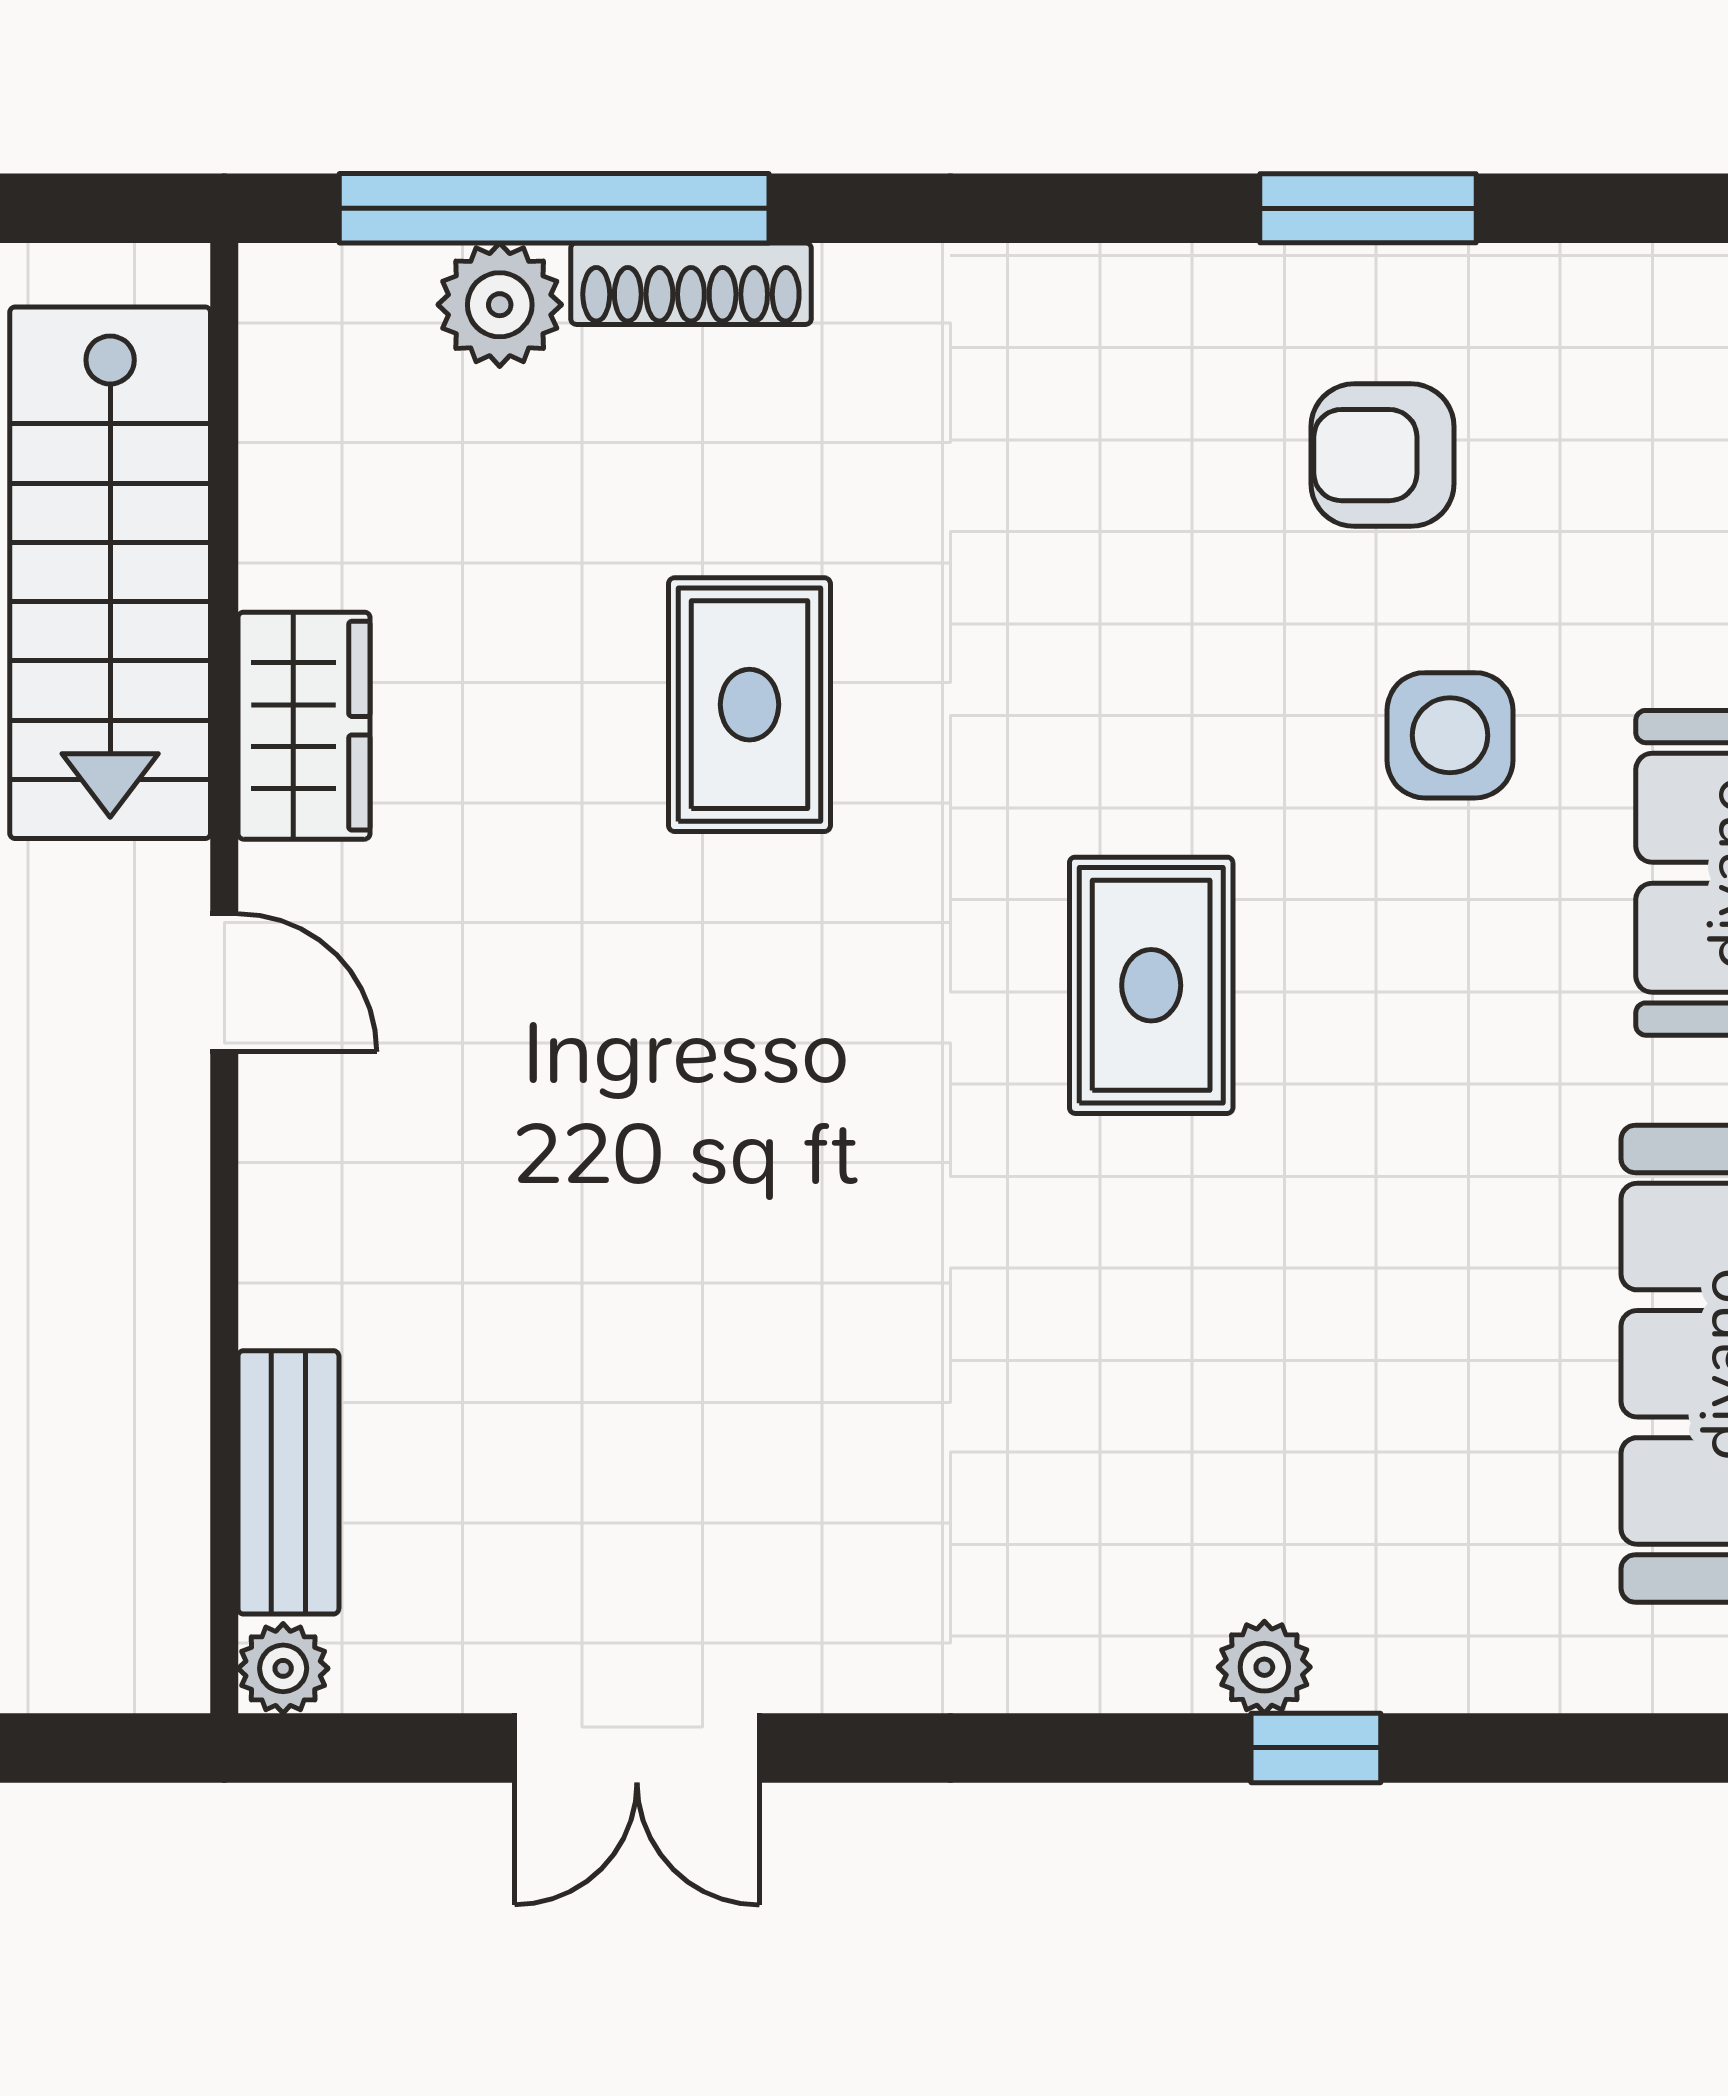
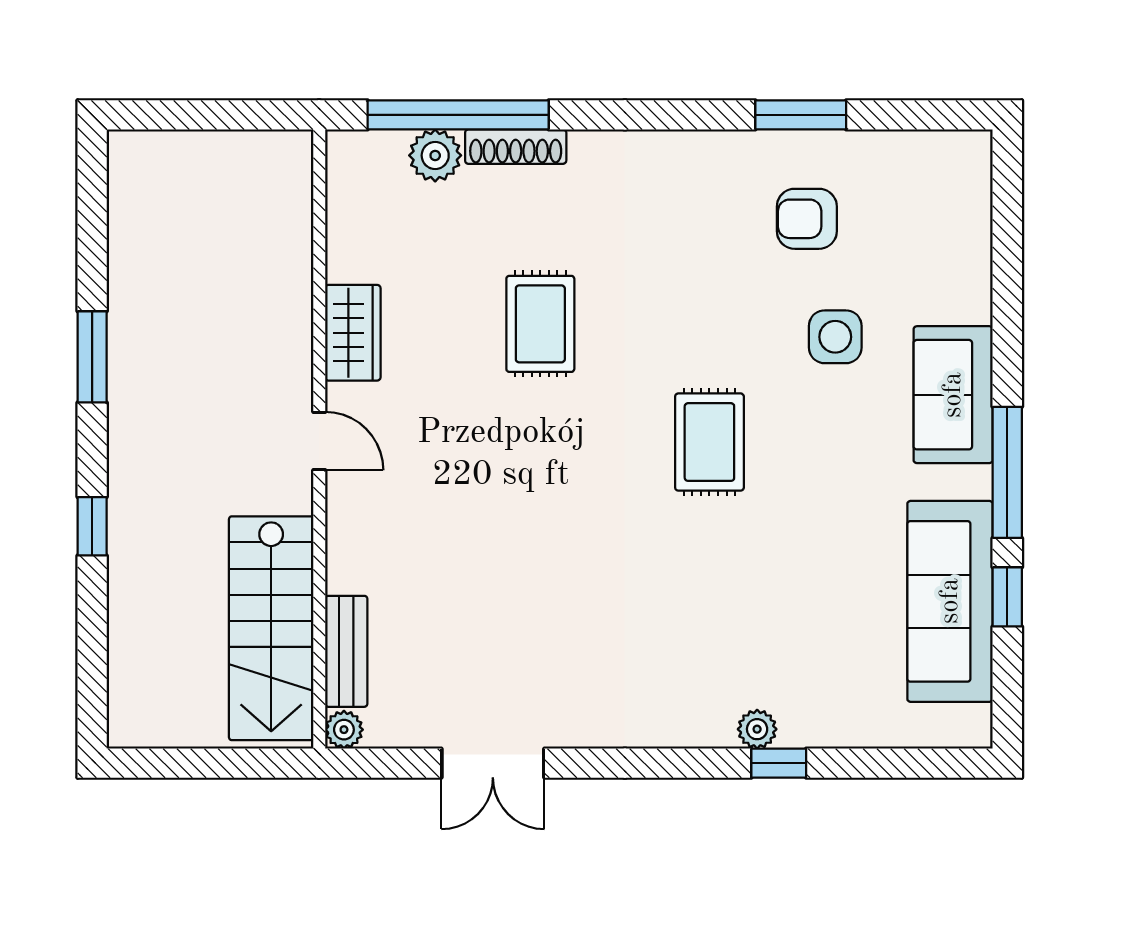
stairs: (110, 573) -> (271, 628), moved

